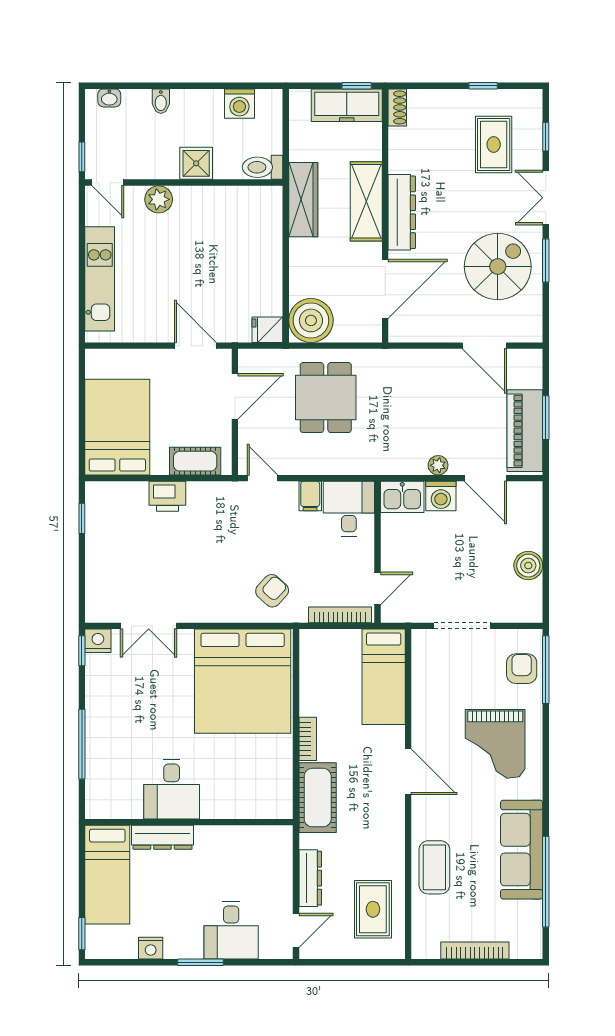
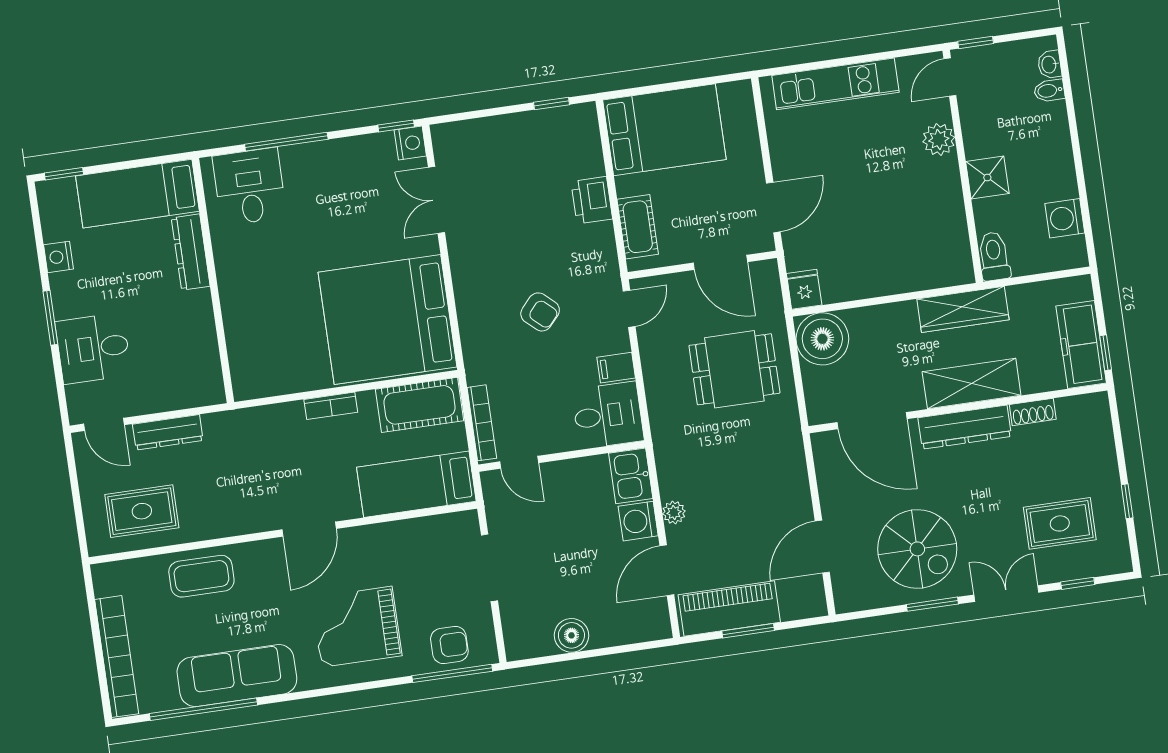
bidet: (161, 101) -> (1049, 91), moved
shoe rack: (397, 107) -> (1033, 412), moved
armchair: (272, 591) -> (540, 312), moved
desk: (172, 789) -> (250, 187), moved, turned 90
cot: (318, 798) -> (419, 405), moved
bookcase: (475, 951) -> (117, 657), width x1.48, depth x1.31

